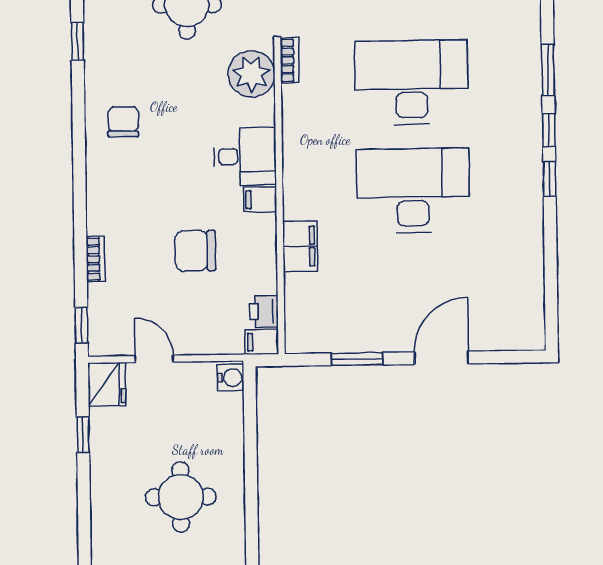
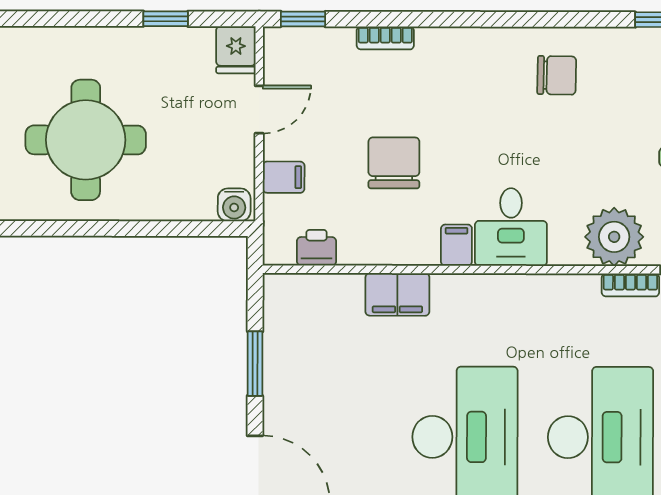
filing cabinet: (262, 342) -> (284, 177), moved, turned 90
fridge: (107, 384) -> (236, 50), width x0.72
round table: (181, 497) -> (86, 140), width x1.36, depth x1.36

